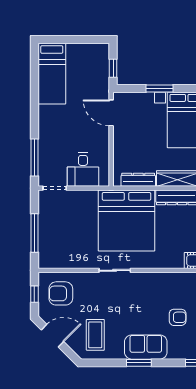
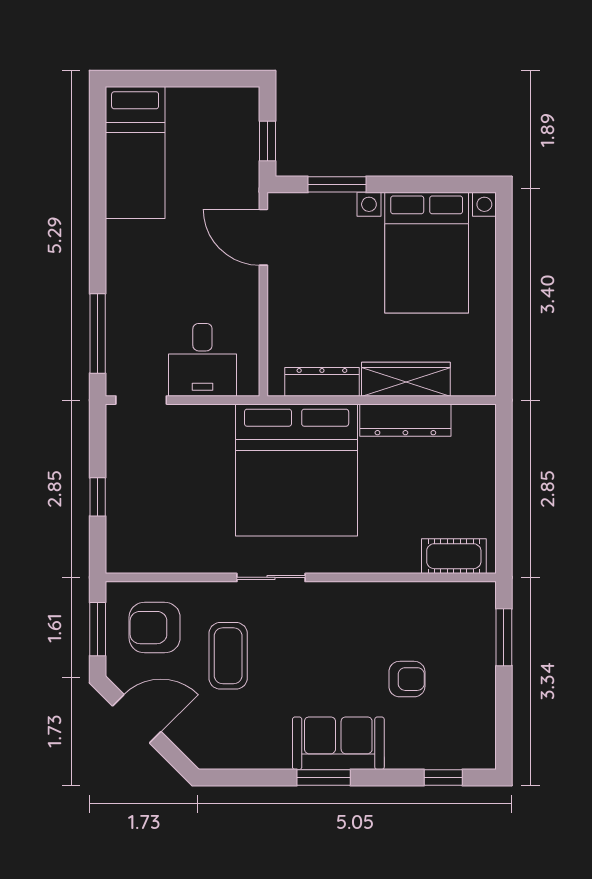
window: (160, 88) -> (337, 184), moved
window: (34, 233) -> (98, 497), width x0.46
window: (34, 294) -> (98, 629), width x1.50
coffee table: (95, 335) -> (228, 656), moved

